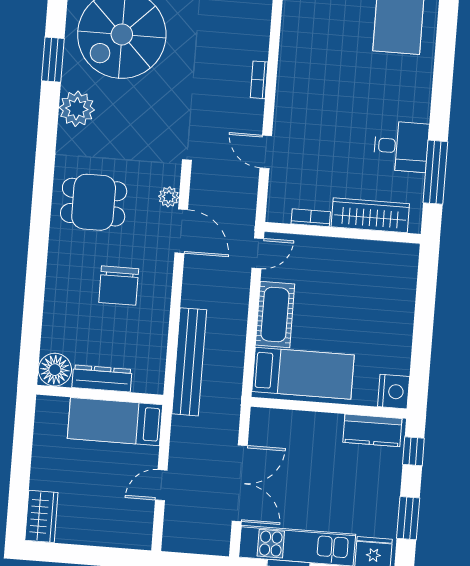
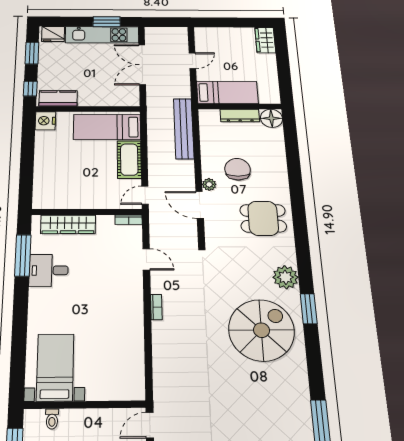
plant: (169, 197) -> (209, 184), moved
bookcase: (311, 218) -> (129, 220), moved

